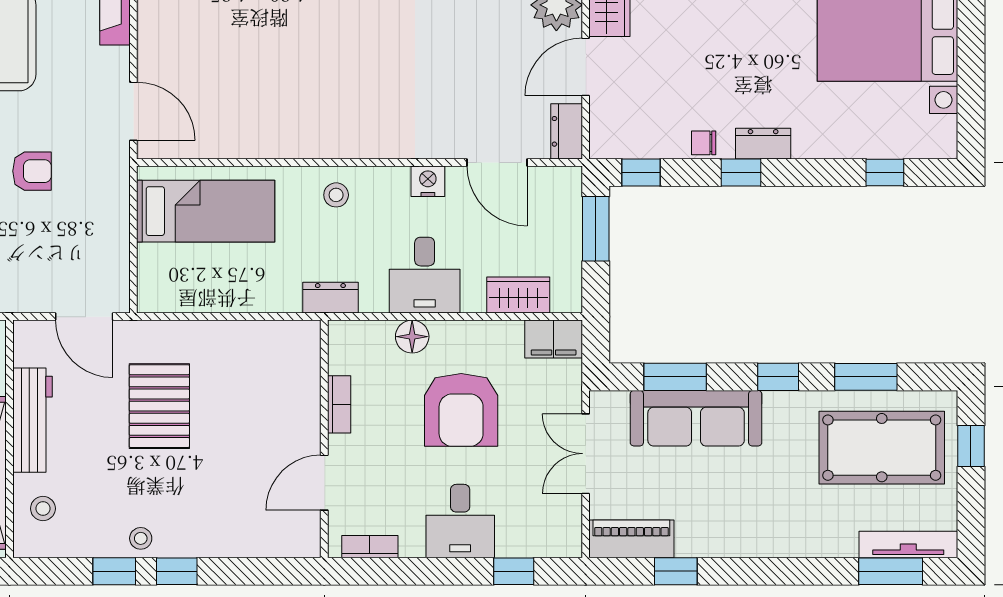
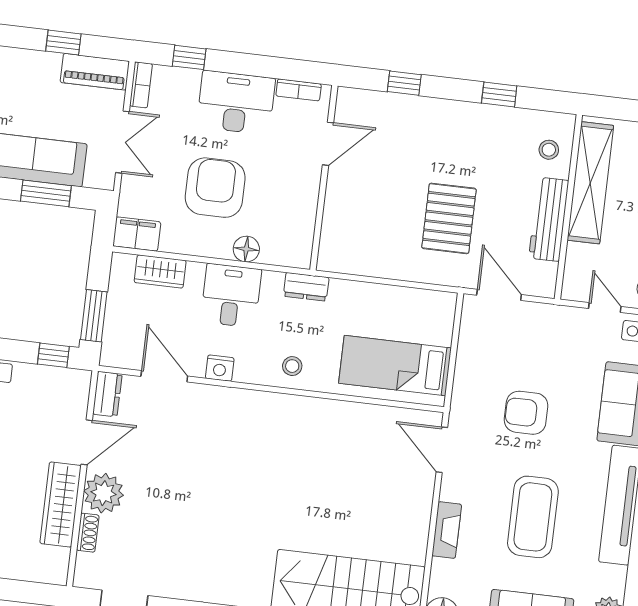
armchair: (32, 171) -> (526, 413), width x1.38, depth x1.38
bookcase: (339, 404) -> (141, 85), moved, turned 180
desk: (460, 521) -> (236, 103), width x1.37
stool: (141, 538) -> (476, 118), removed
window: (177, 571) -> (404, 83), moved

